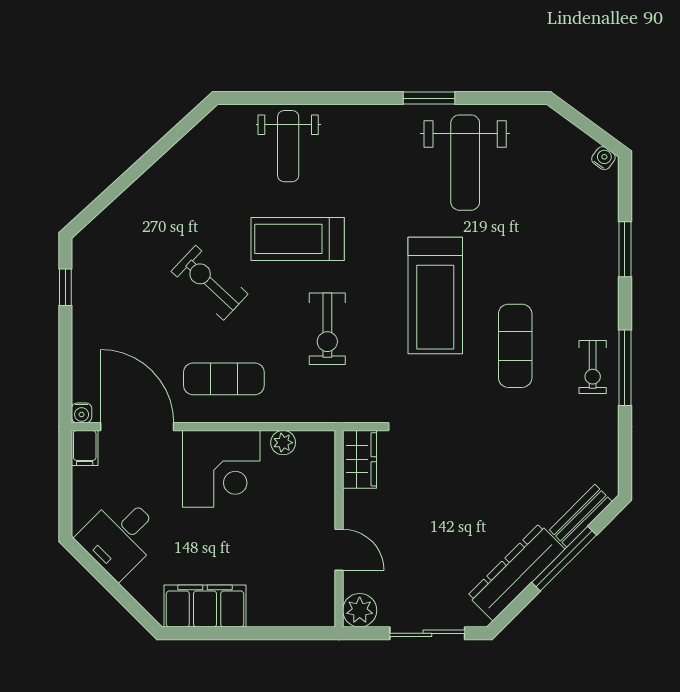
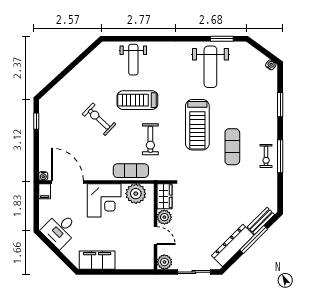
window: (429, 98) -> (222, 39), moved
exercise mat: (224, 379) -> (131, 171), moved
plant: (283, 443) -> (136, 194), width x1.88, depth x1.88
plant: (359, 507) -> (164, 217), added

